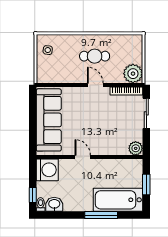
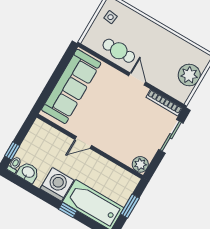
cafe table: (95, 56) -> (119, 51), moved
plant: (133, 74) -> (189, 75), moved
door: (83, 157) -> (83, 142), swing flipped
washing machine: (47, 170) -> (57, 184), moved, turned -90
window: (101, 215) -> (68, 210), width x0.46

